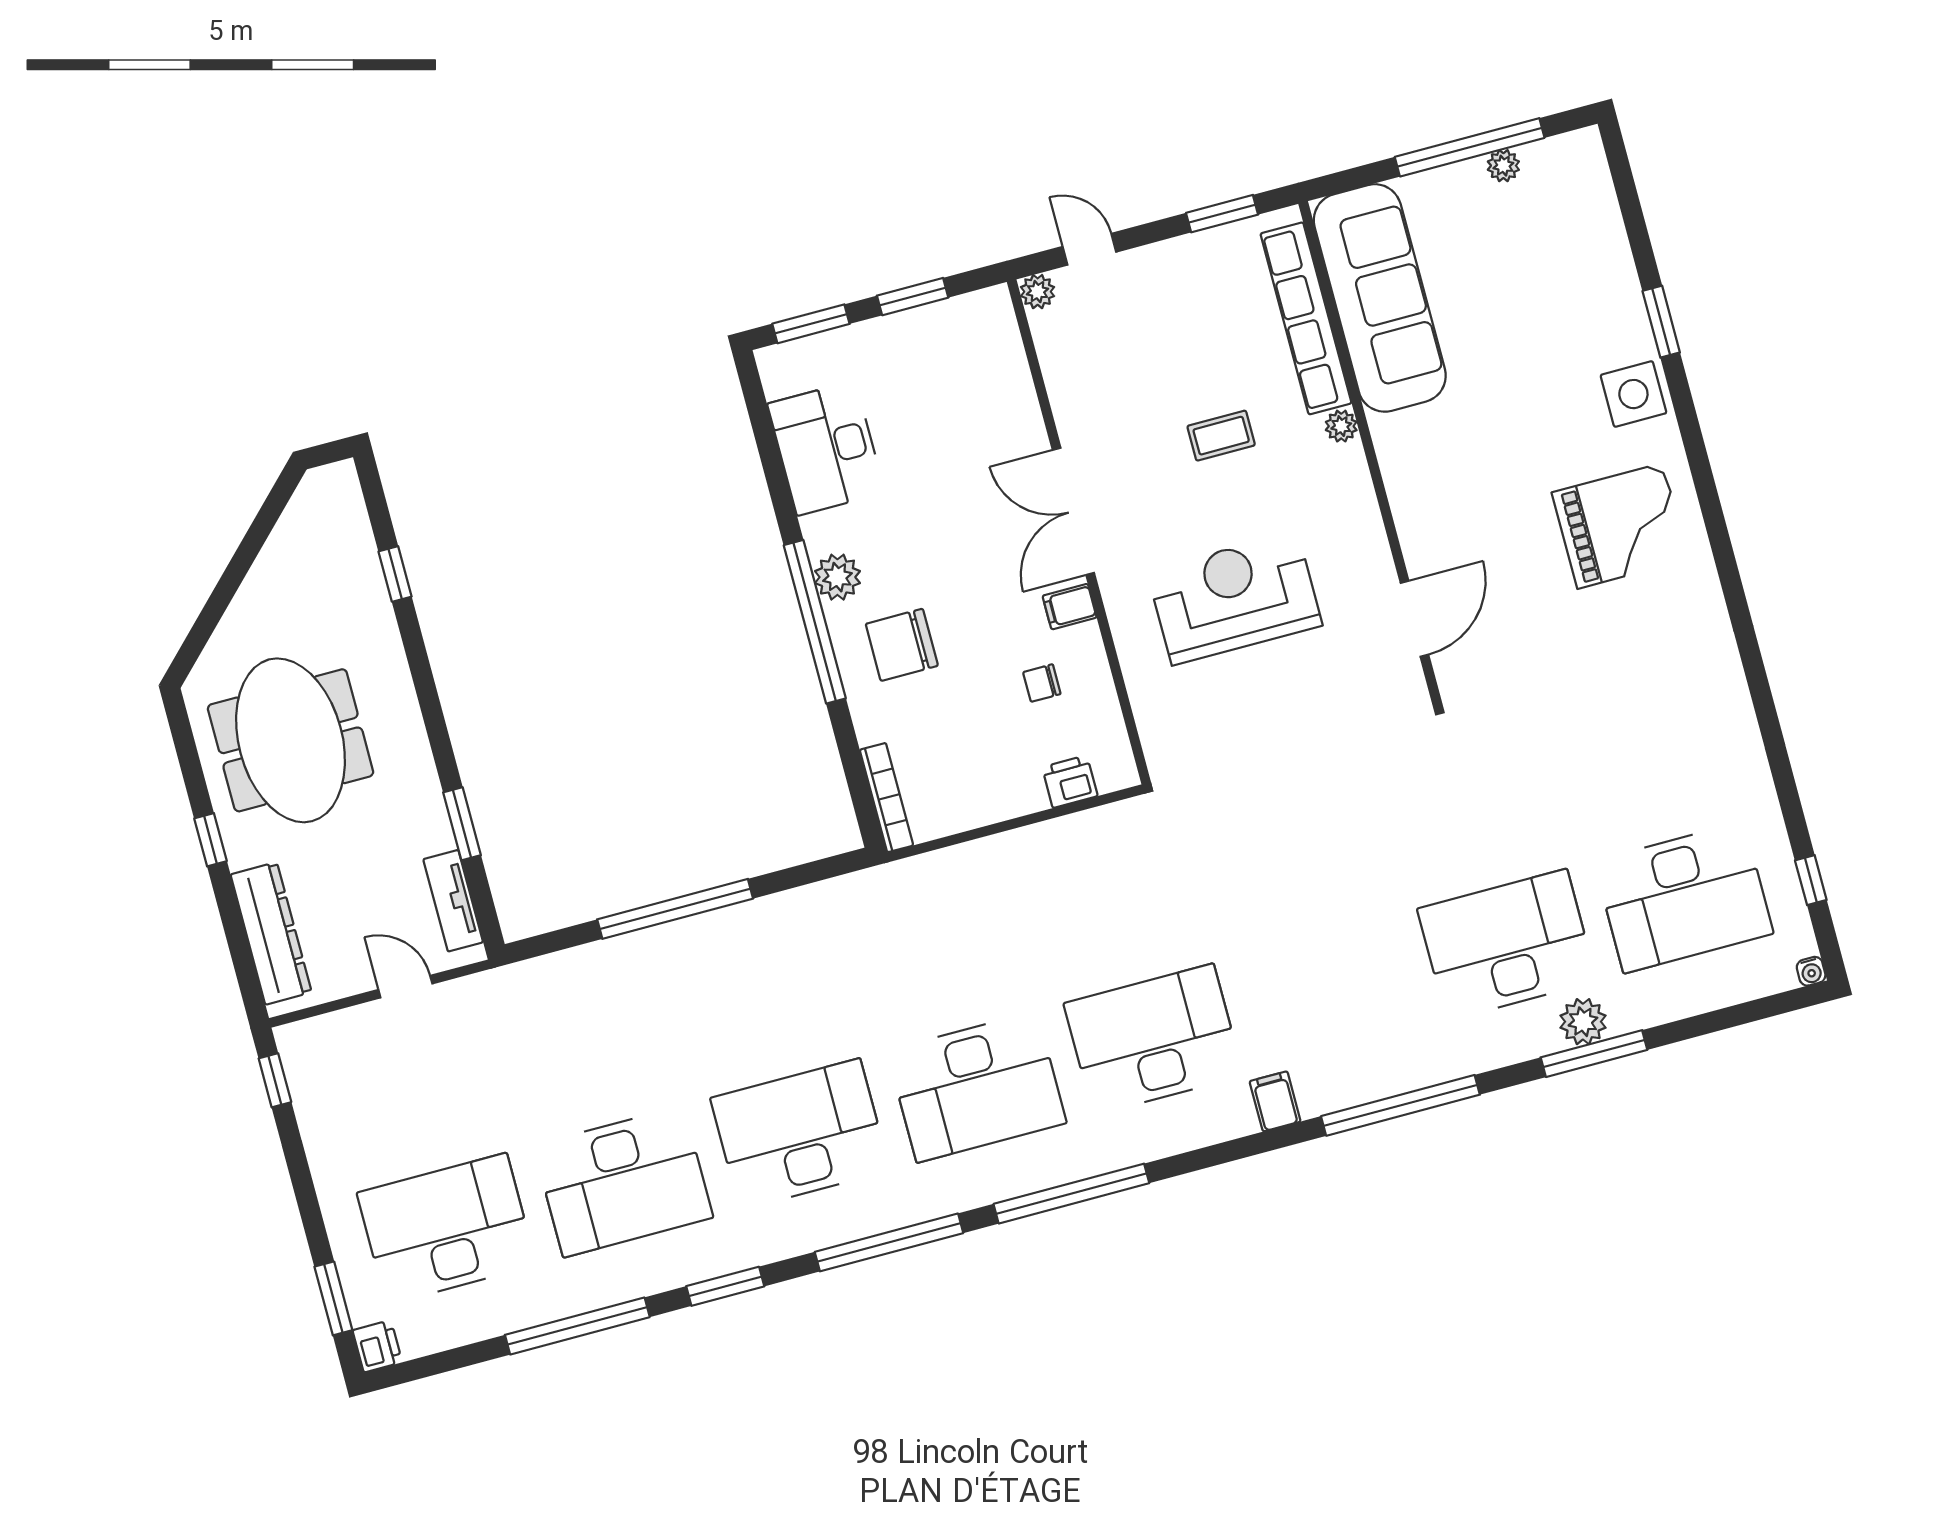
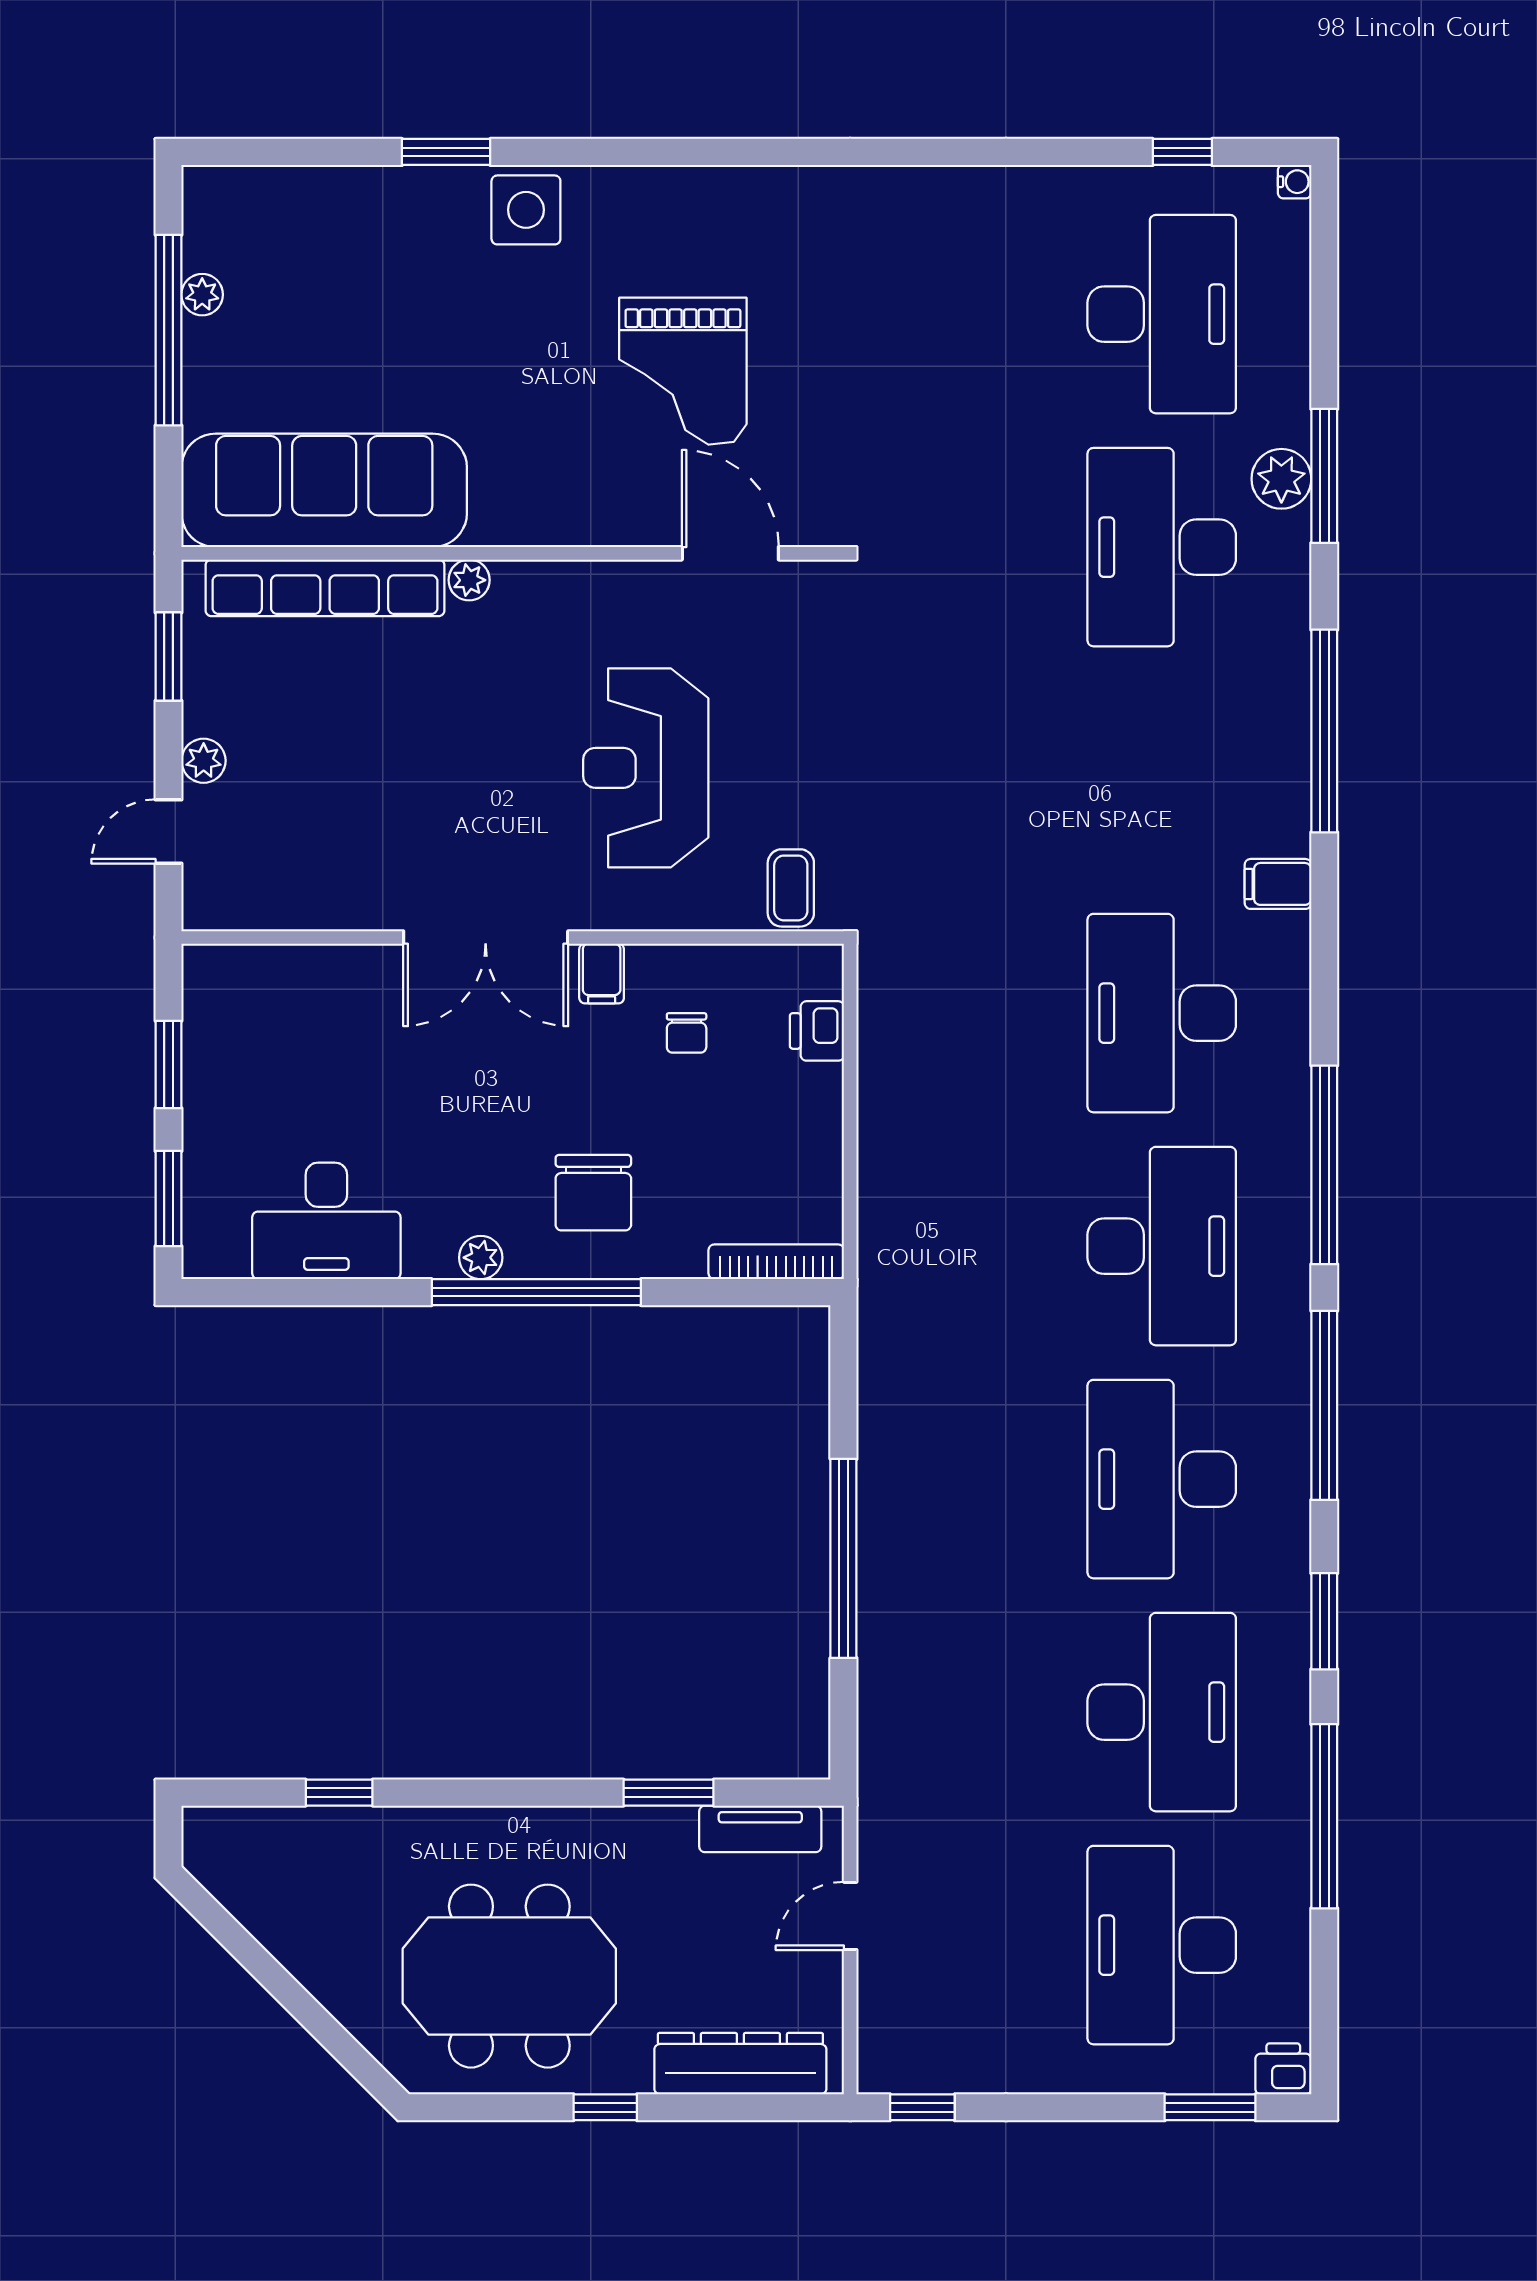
plant: (1038, 292) -> (204, 761), moved
coffee table: (1221, 436) -> (791, 888), moved
grand piano: (1620, 526) -> (683, 371), moved, turned 180
plant: (837, 577) -> (481, 1258), width x0.73, depth x0.73

